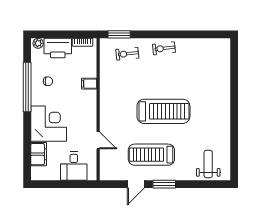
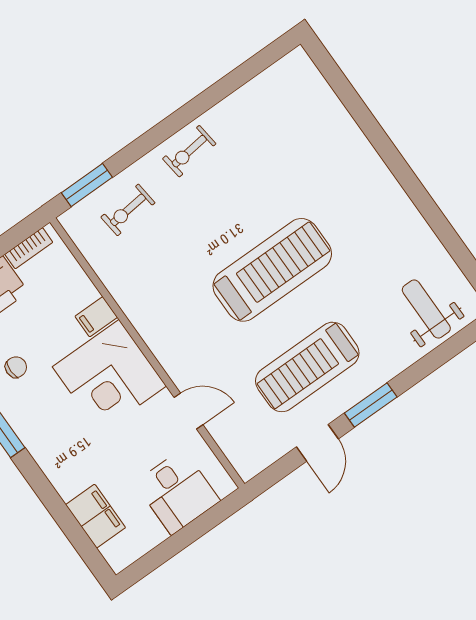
corner desk: (49, 124) -> (109, 376), moved, turned 180

